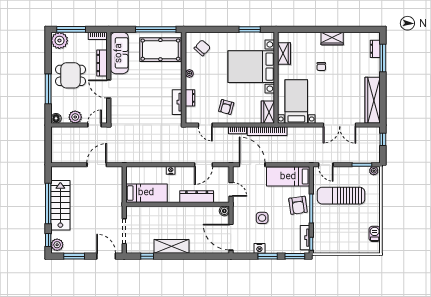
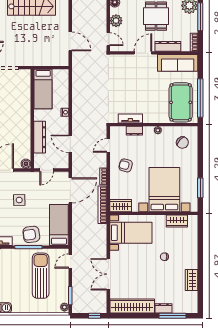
wardrobe: (332, 38) -> (191, 280), moved
dresser: (375, 49) -> (164, 308), moved

